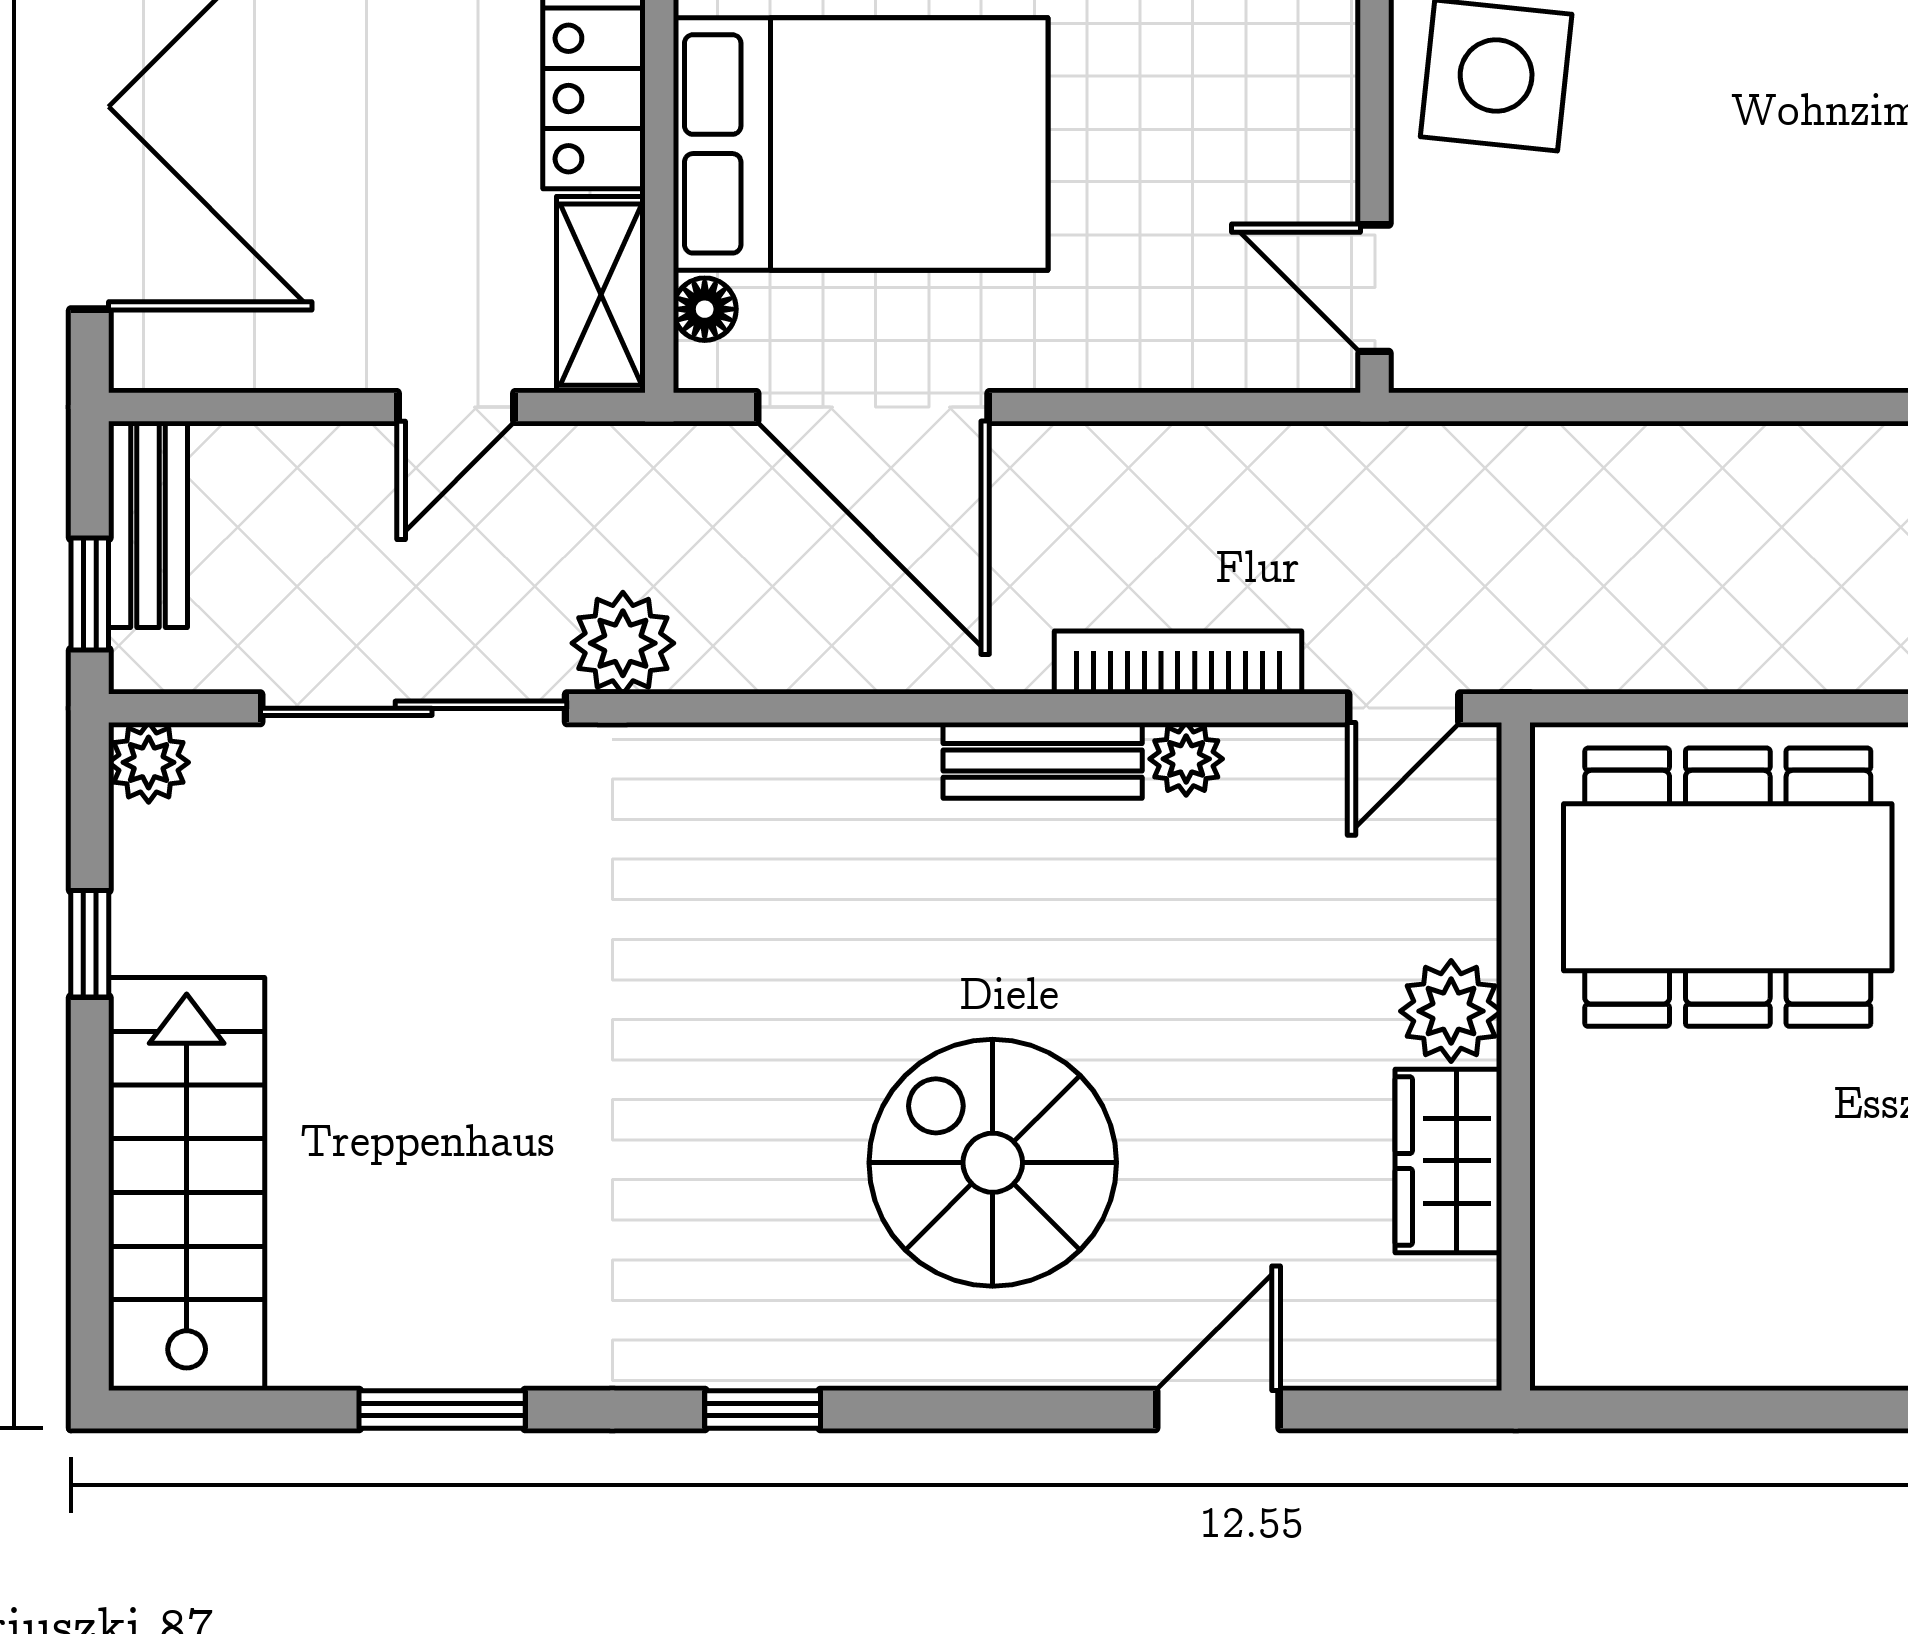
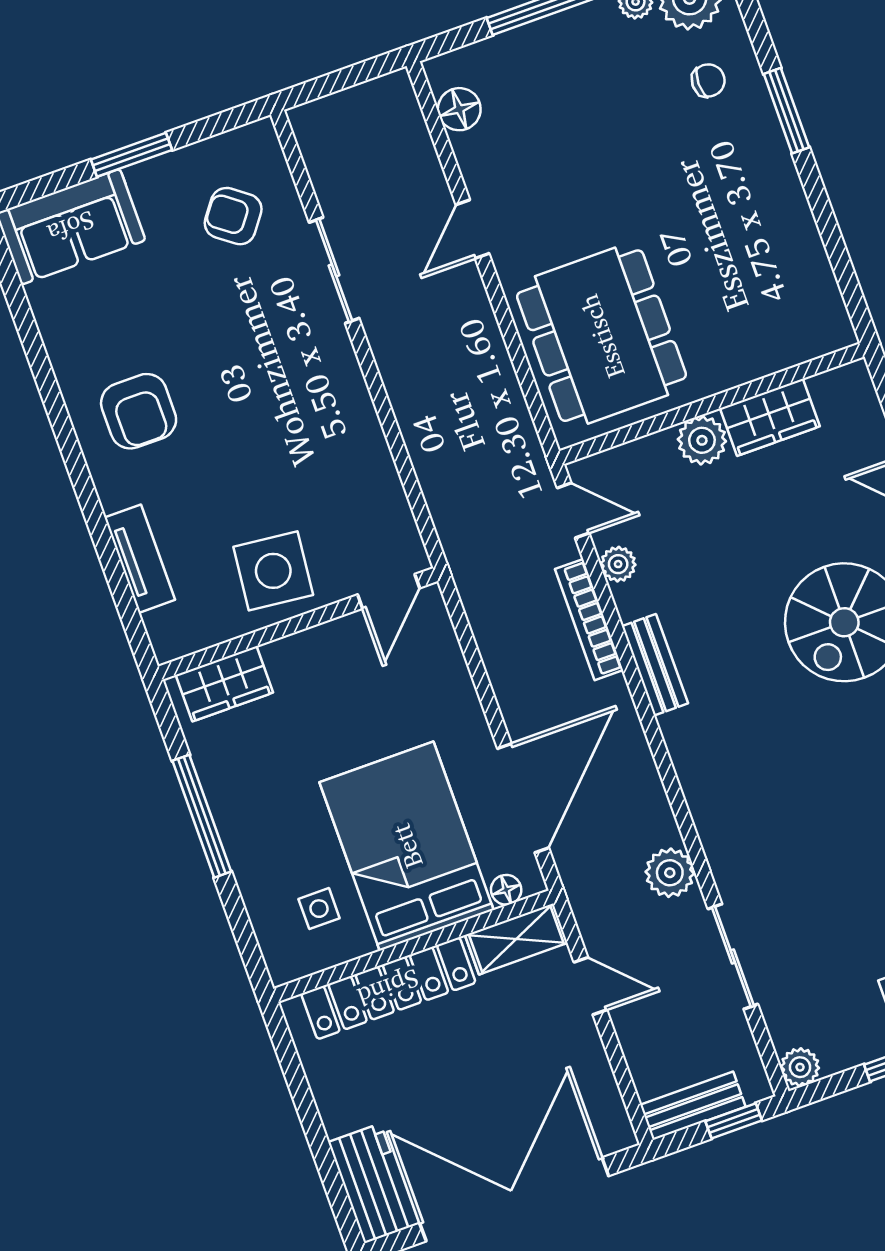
sliding door: (414, 708) -> (733, 957), width x0.73
plant: (1186, 759) -> (618, 564), moved

